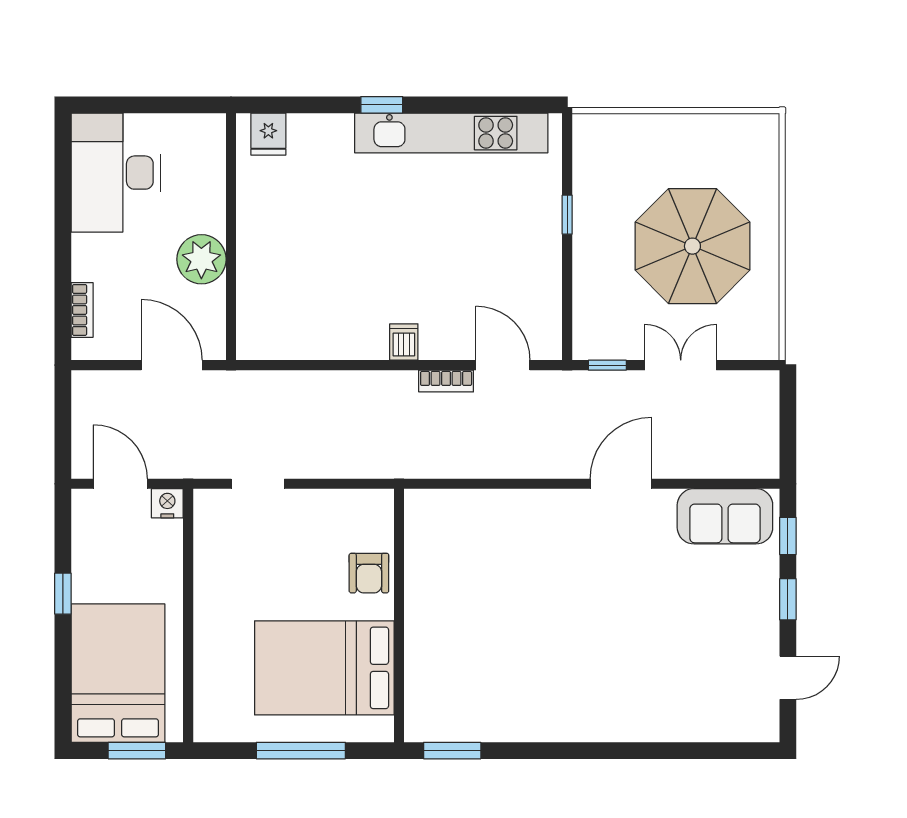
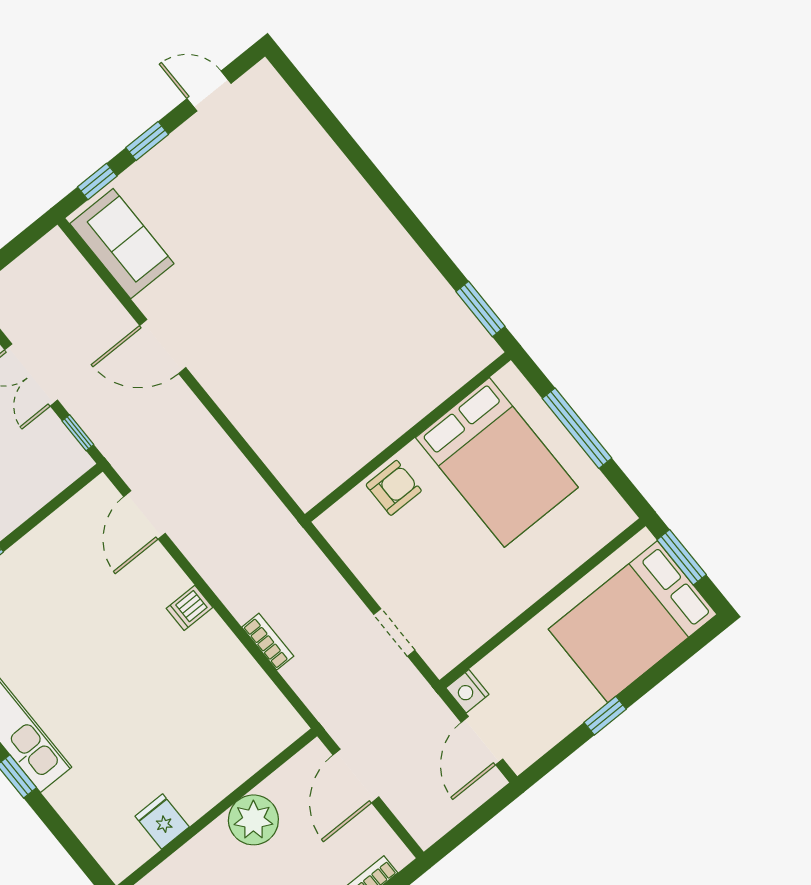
fridge: (268, 134) -> (162, 822), moved, turned -90
bookcase: (446, 381) -> (268, 642), moved

